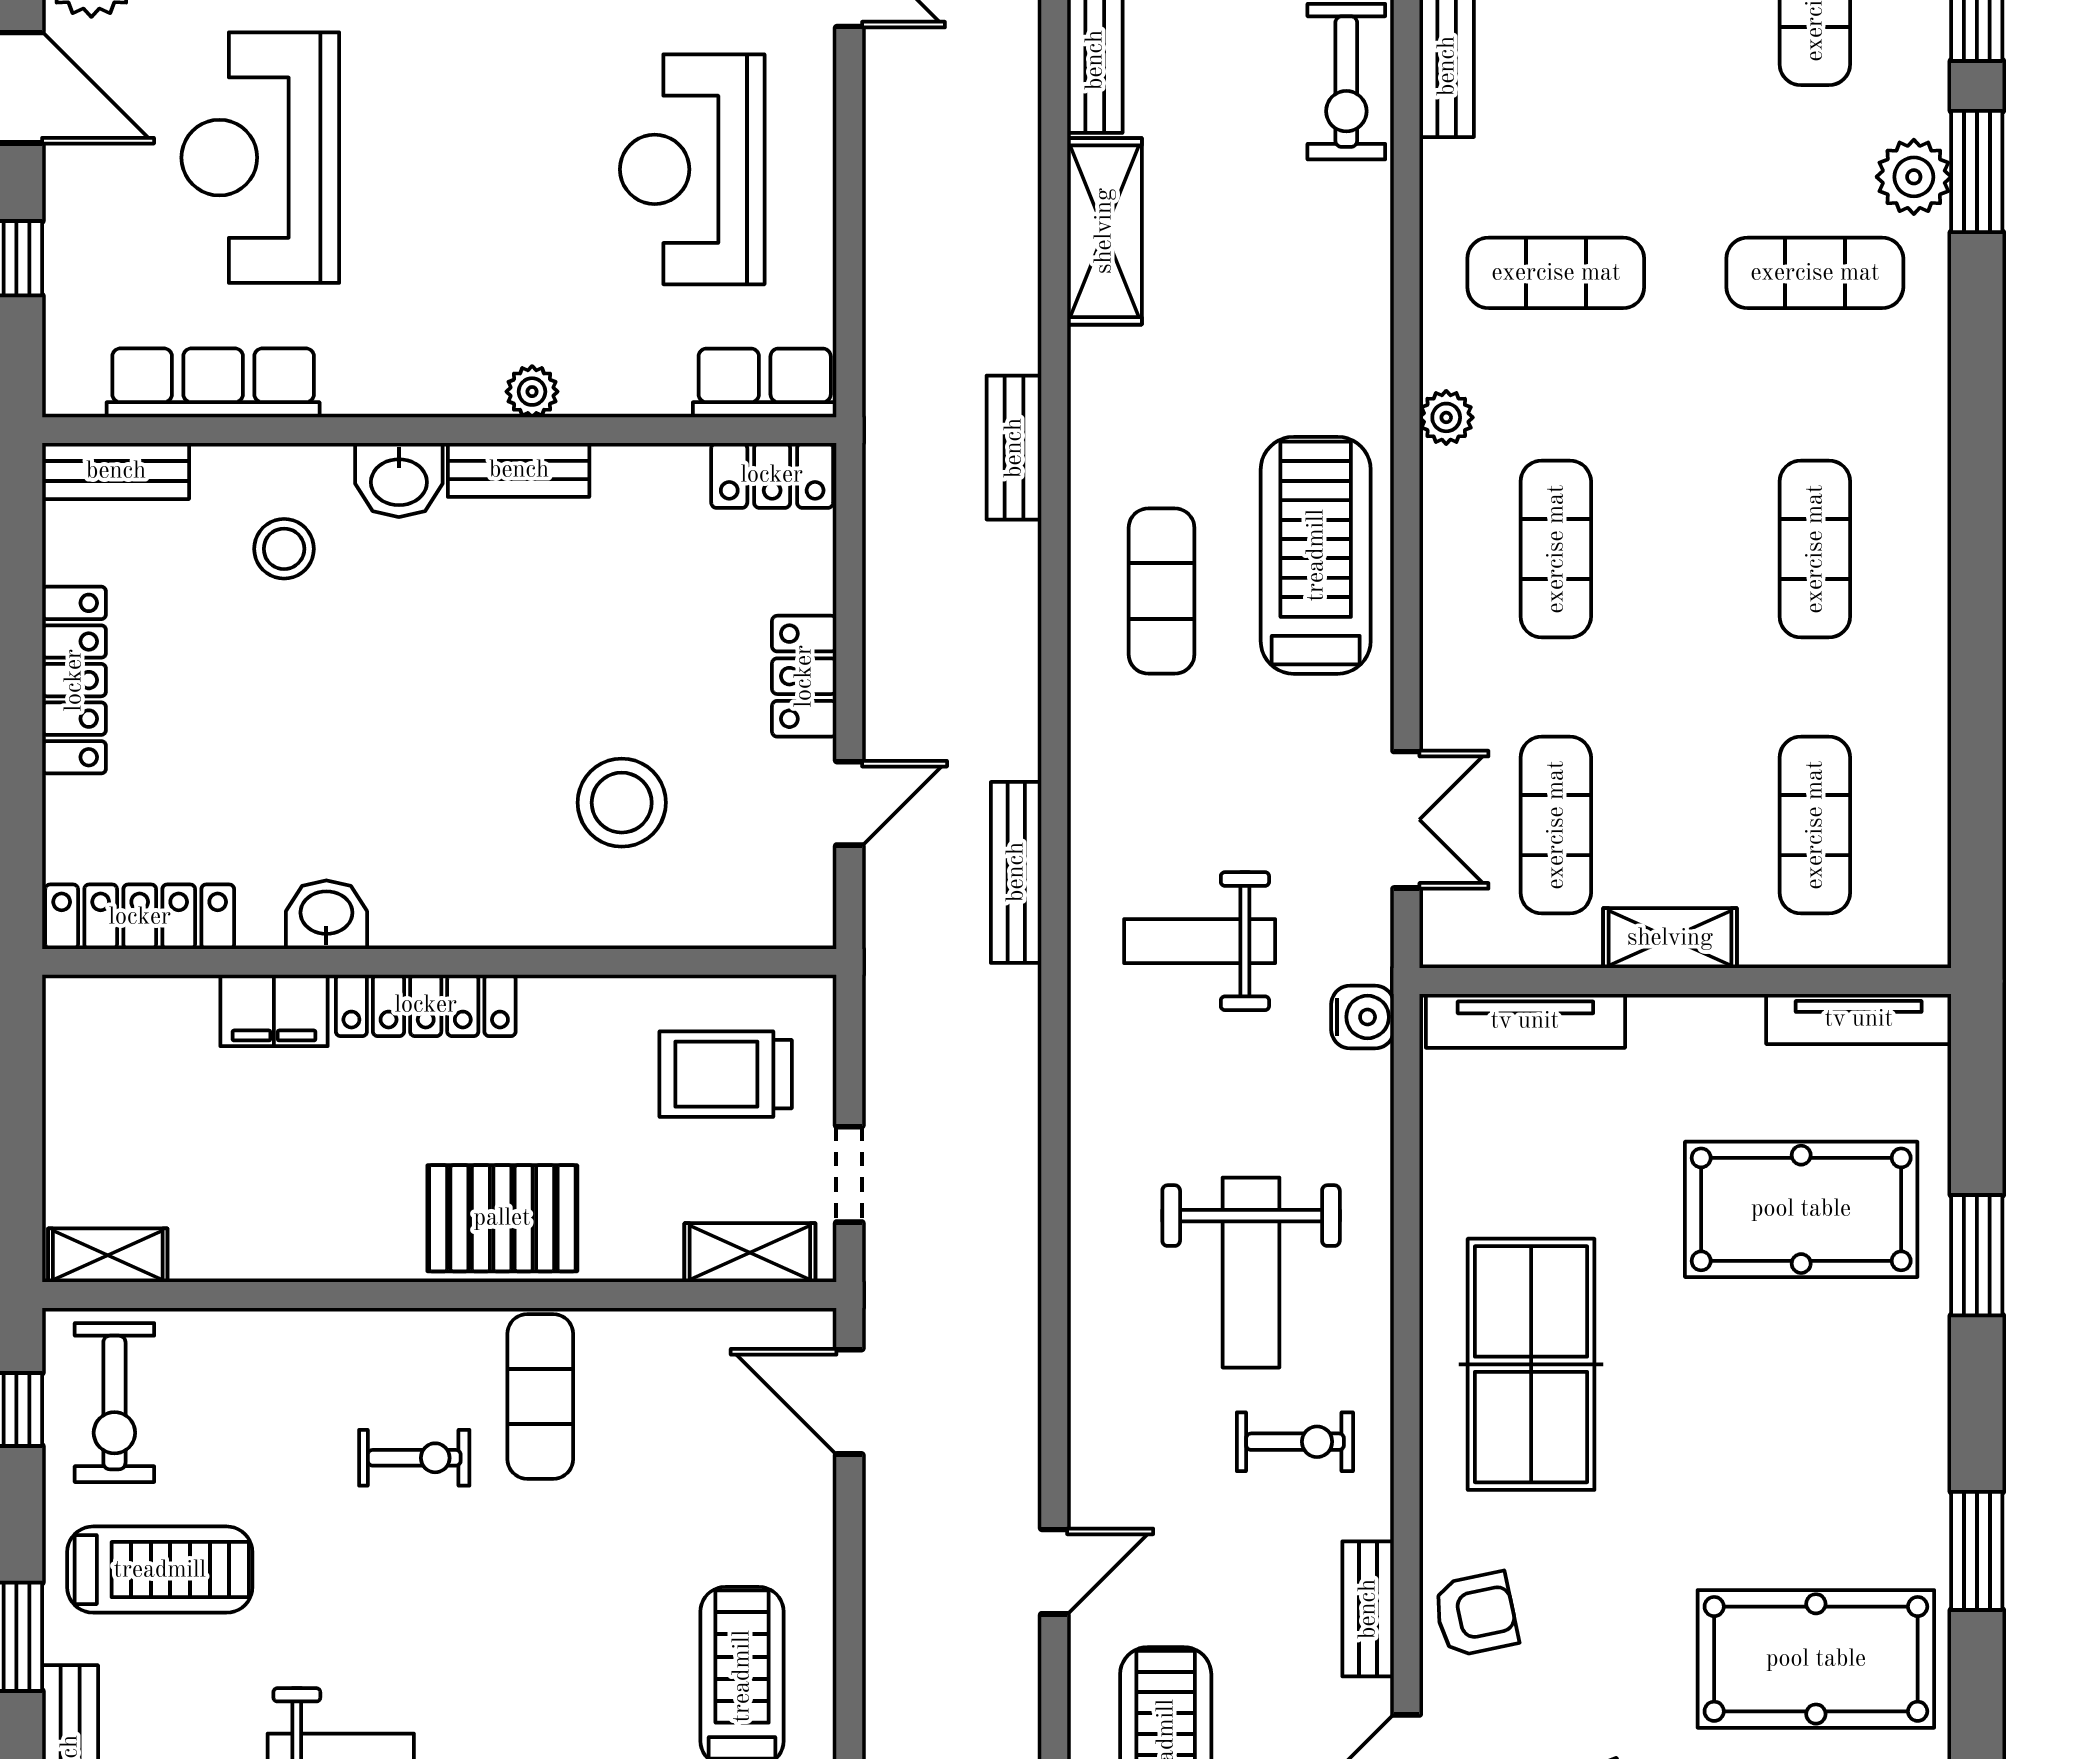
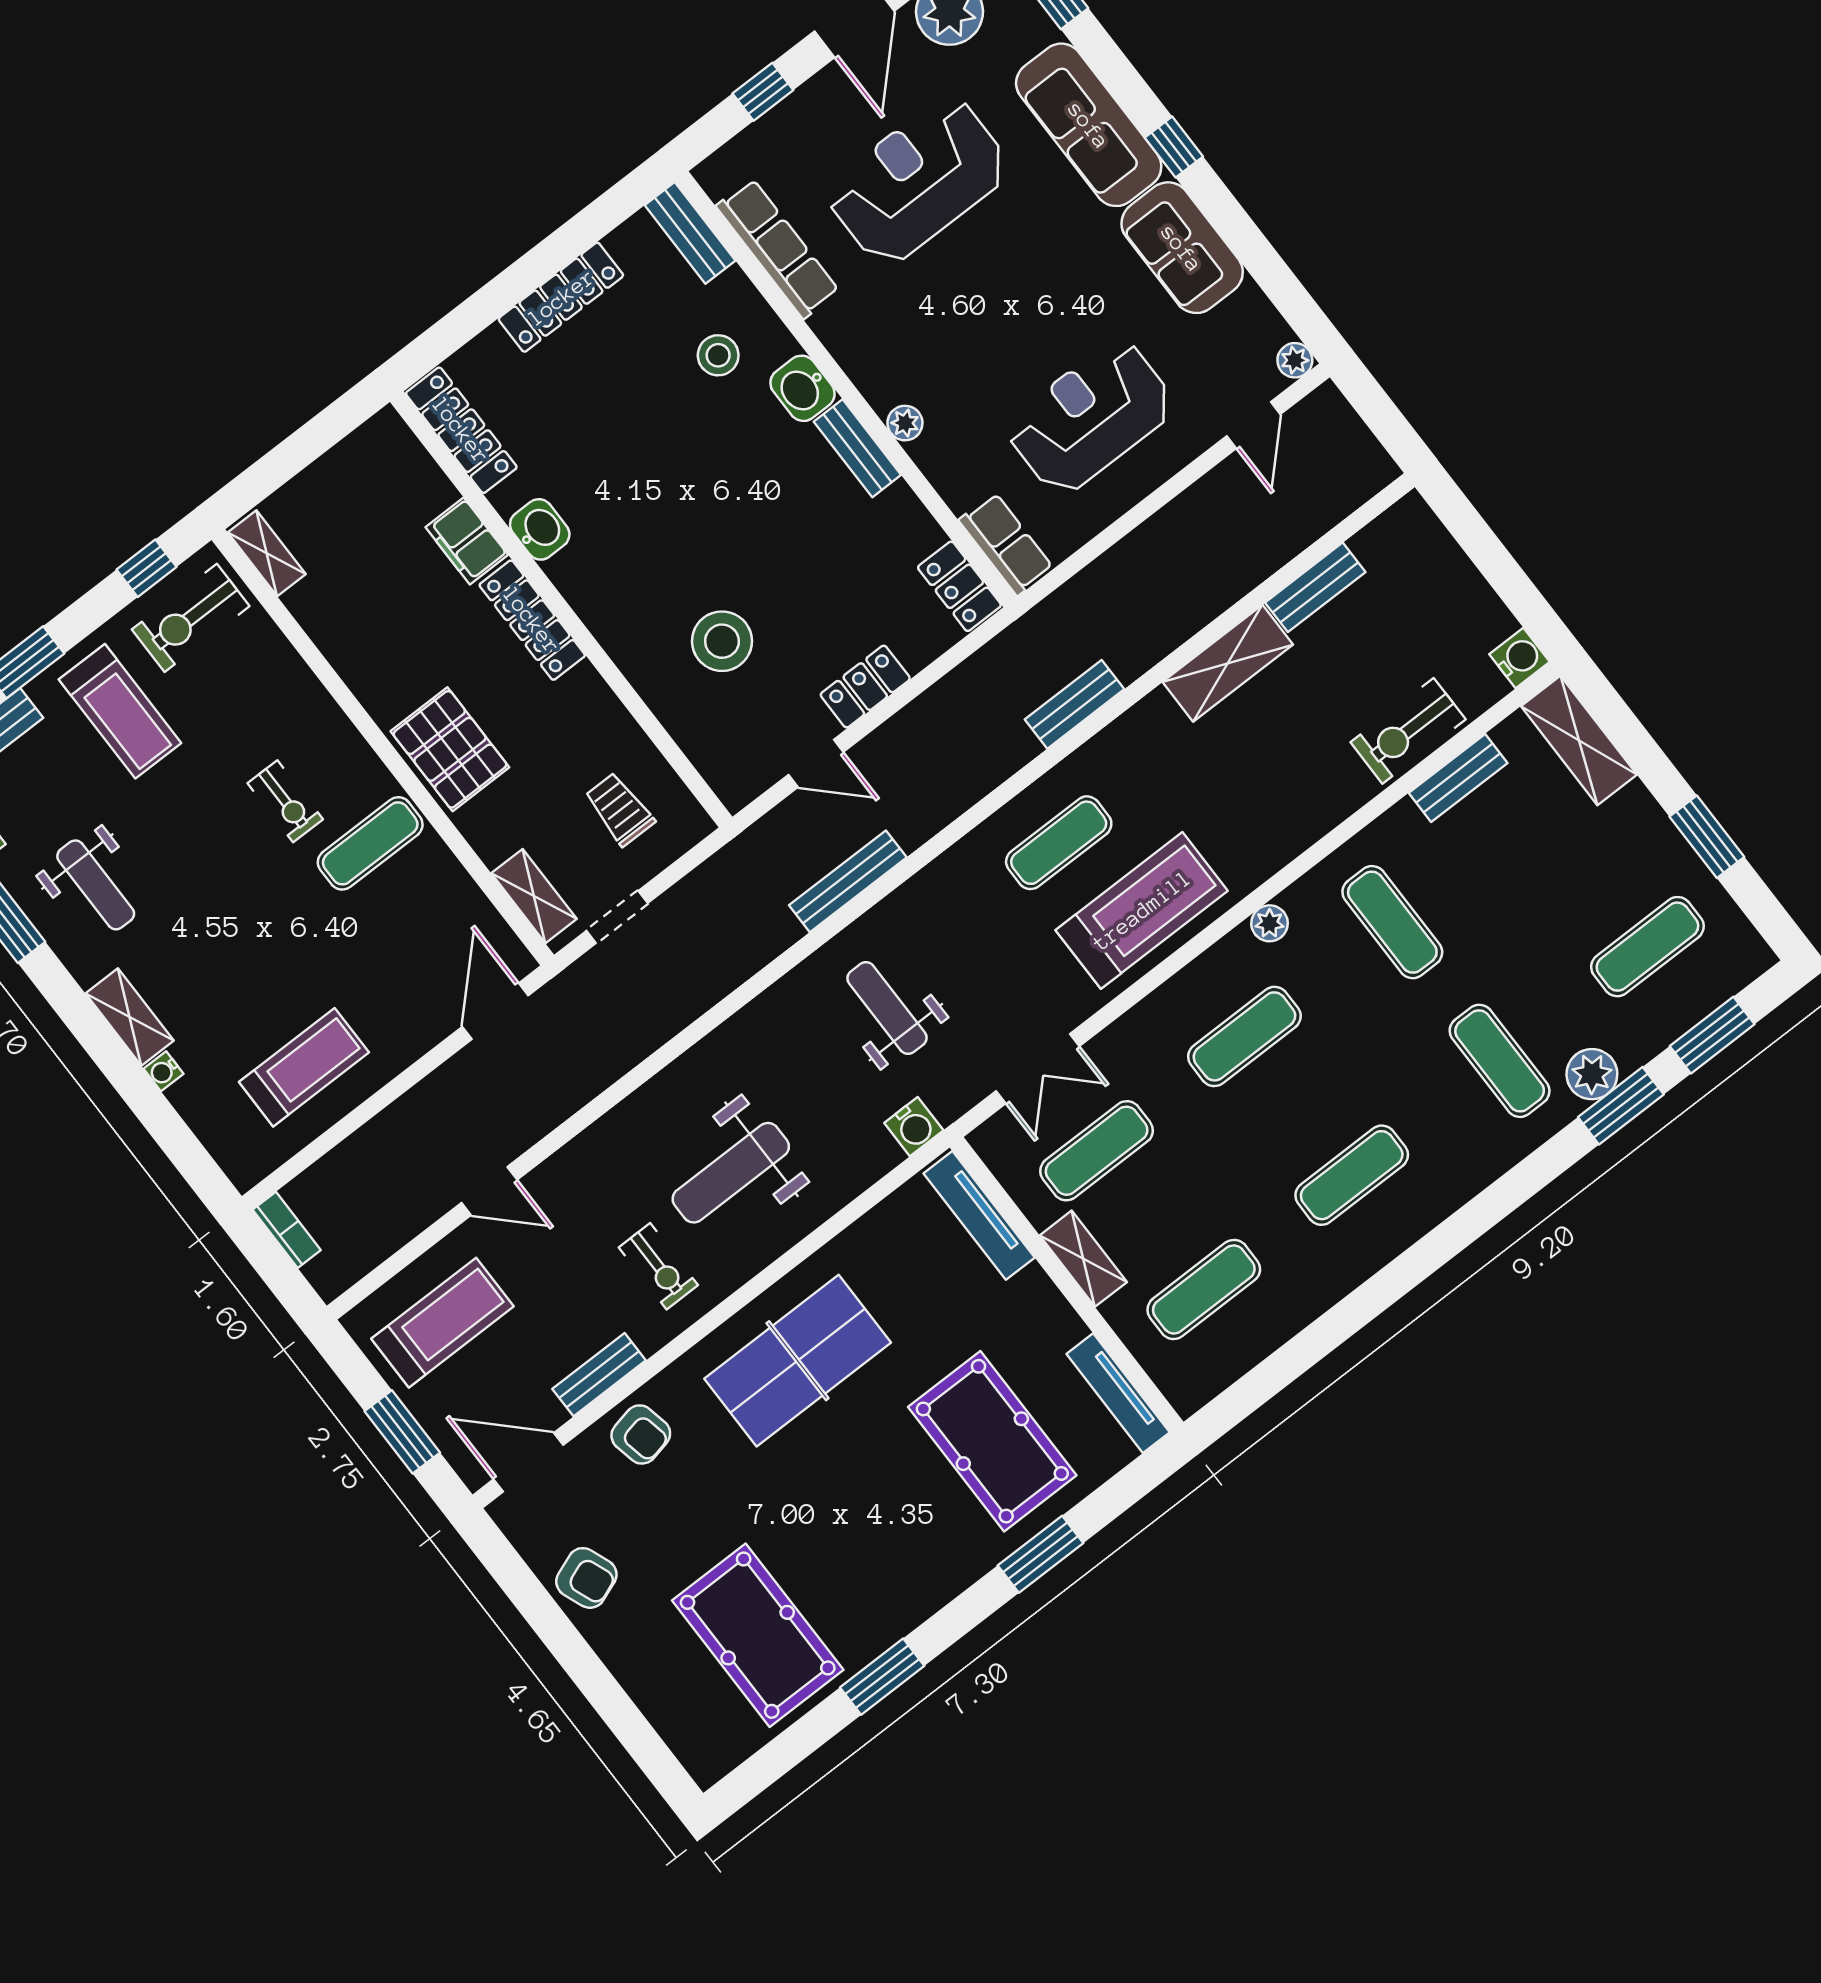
trolley: (726, 1074) -> (620, 809), width x0.73, depth x0.72

